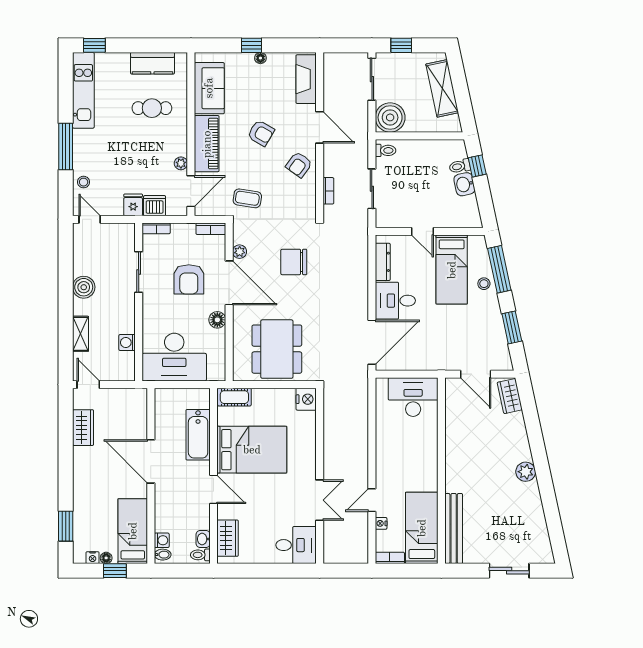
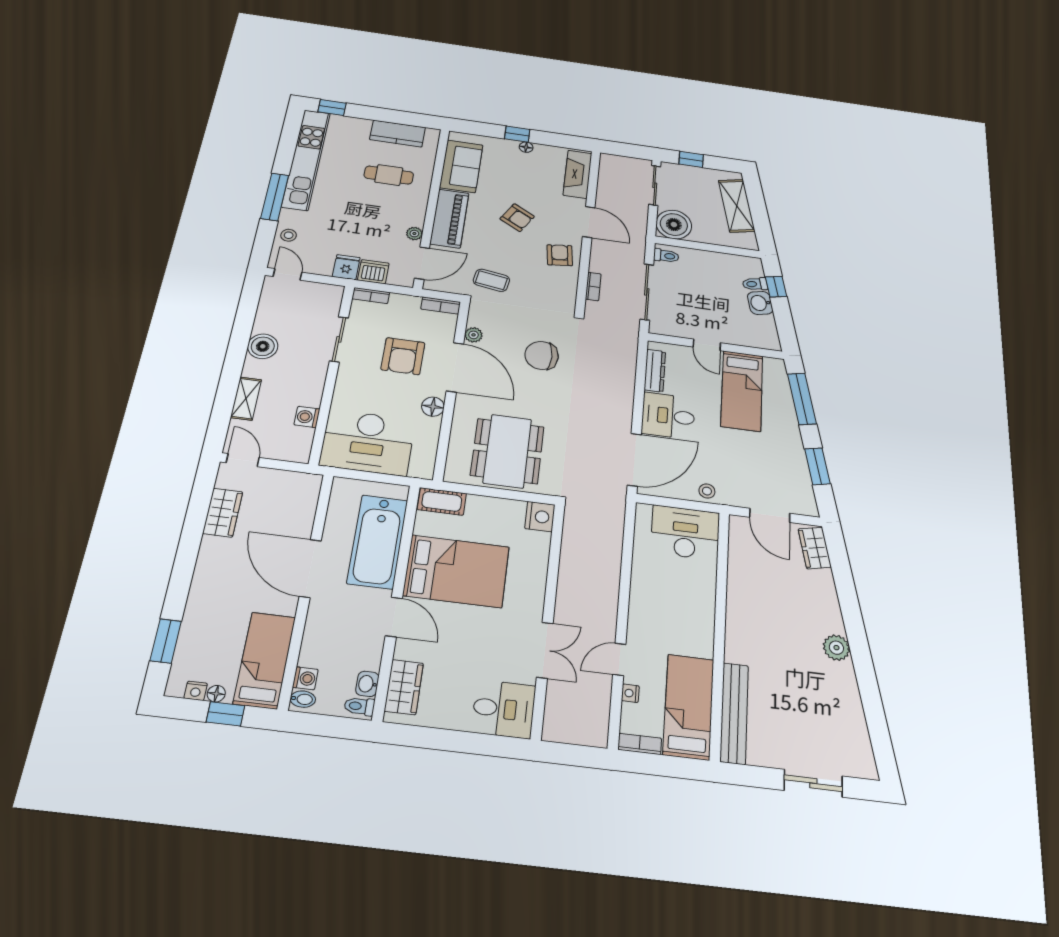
kitchen unit: (83, 90) -> (306, 159), width x1.36
armchair: (299, 165) -> (560, 255), turned 137
sliding door: (372, 189) -> (647, 292), width x1.37
stool: (484, 284) -> (707, 491), moved
bathtub: (198, 435) -> (378, 542), width x1.36, depth x1.36

